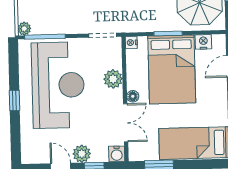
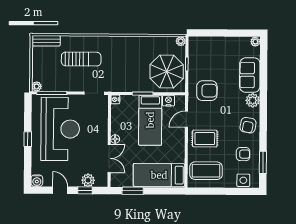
bed: (172, 69) -> (150, 120), width x0.67
plant: (113, 79) -> (101, 126), removed
plant: (82, 154) -> (88, 180), moved
water cooler: (117, 154) -> (37, 181), moved

